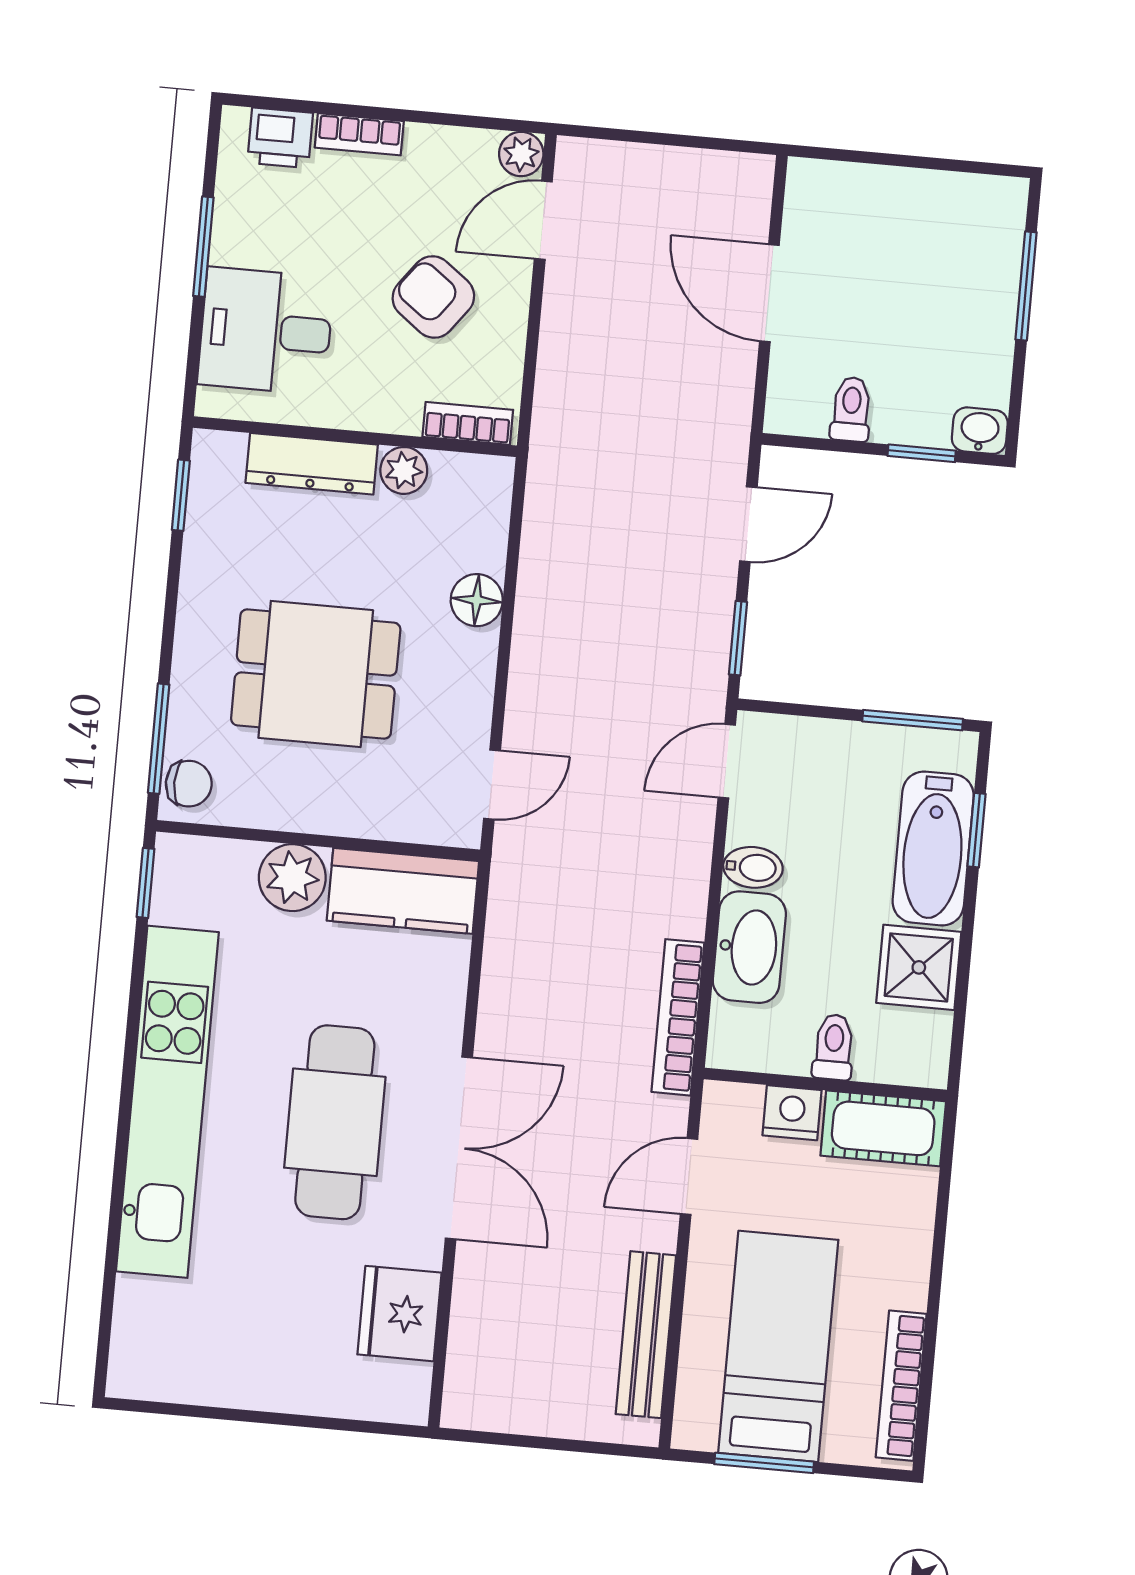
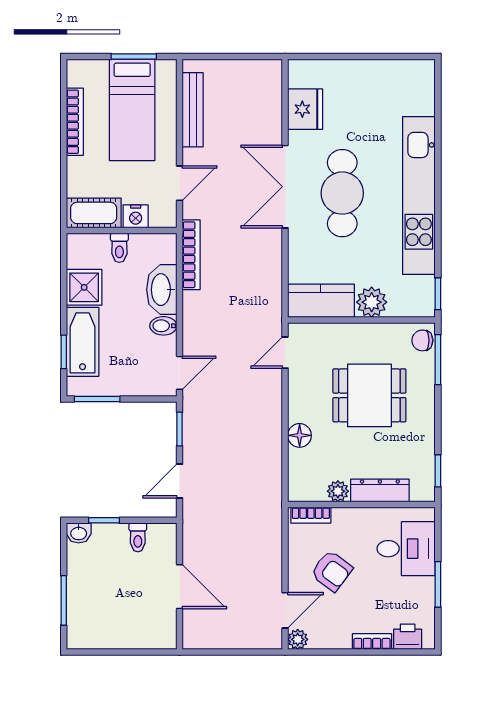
bookcase: (901, 1386) -> (75, 122), moved

